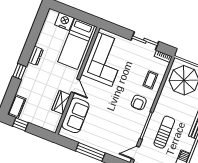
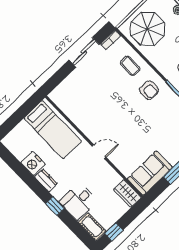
nightstand: (64, 21) -> (33, 163), moved, turned -90
corner sofa: (105, 59) -> (84, 106), removed
desk: (31, 87) -> (78, 201), added
wardrobe: (61, 102) -> (127, 193), moved
sofa: (75, 115) -> (150, 173), moved, turned -90

